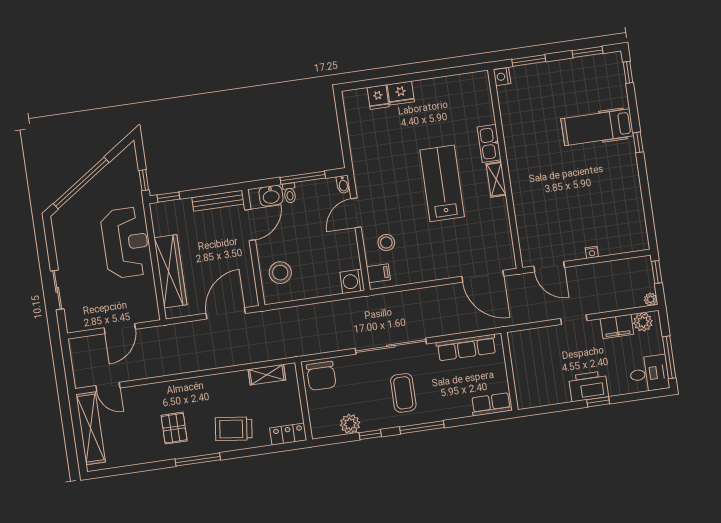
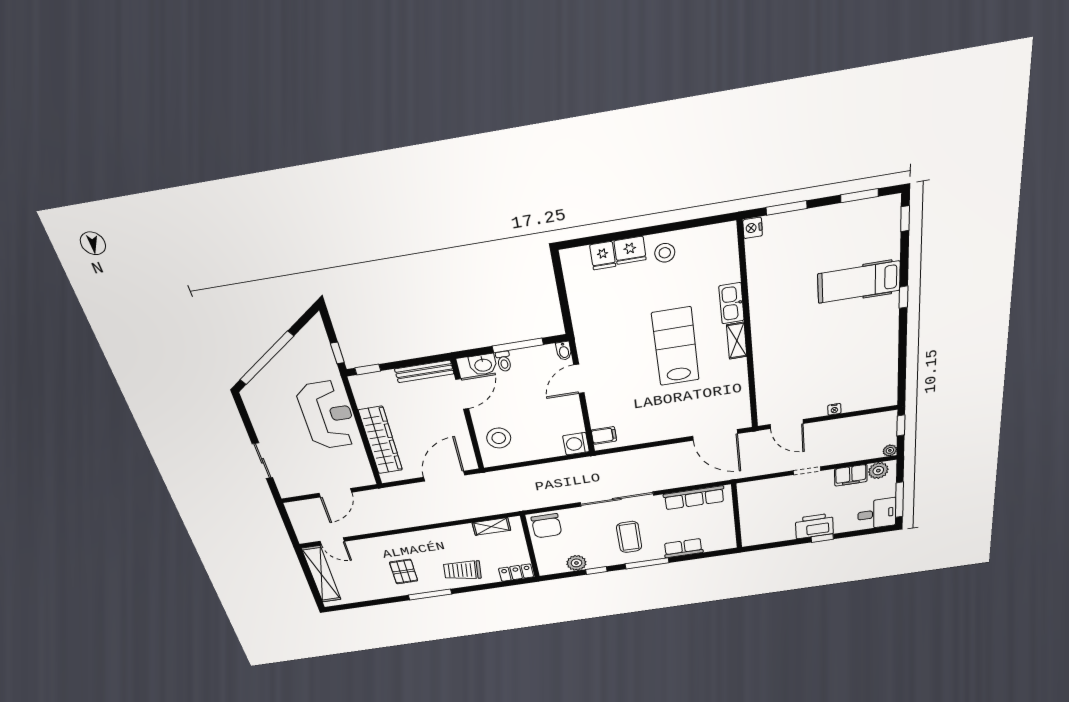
stool: (386, 243) -> (665, 253), moved
row of seats: (491, 404) -> (683, 548), moved

